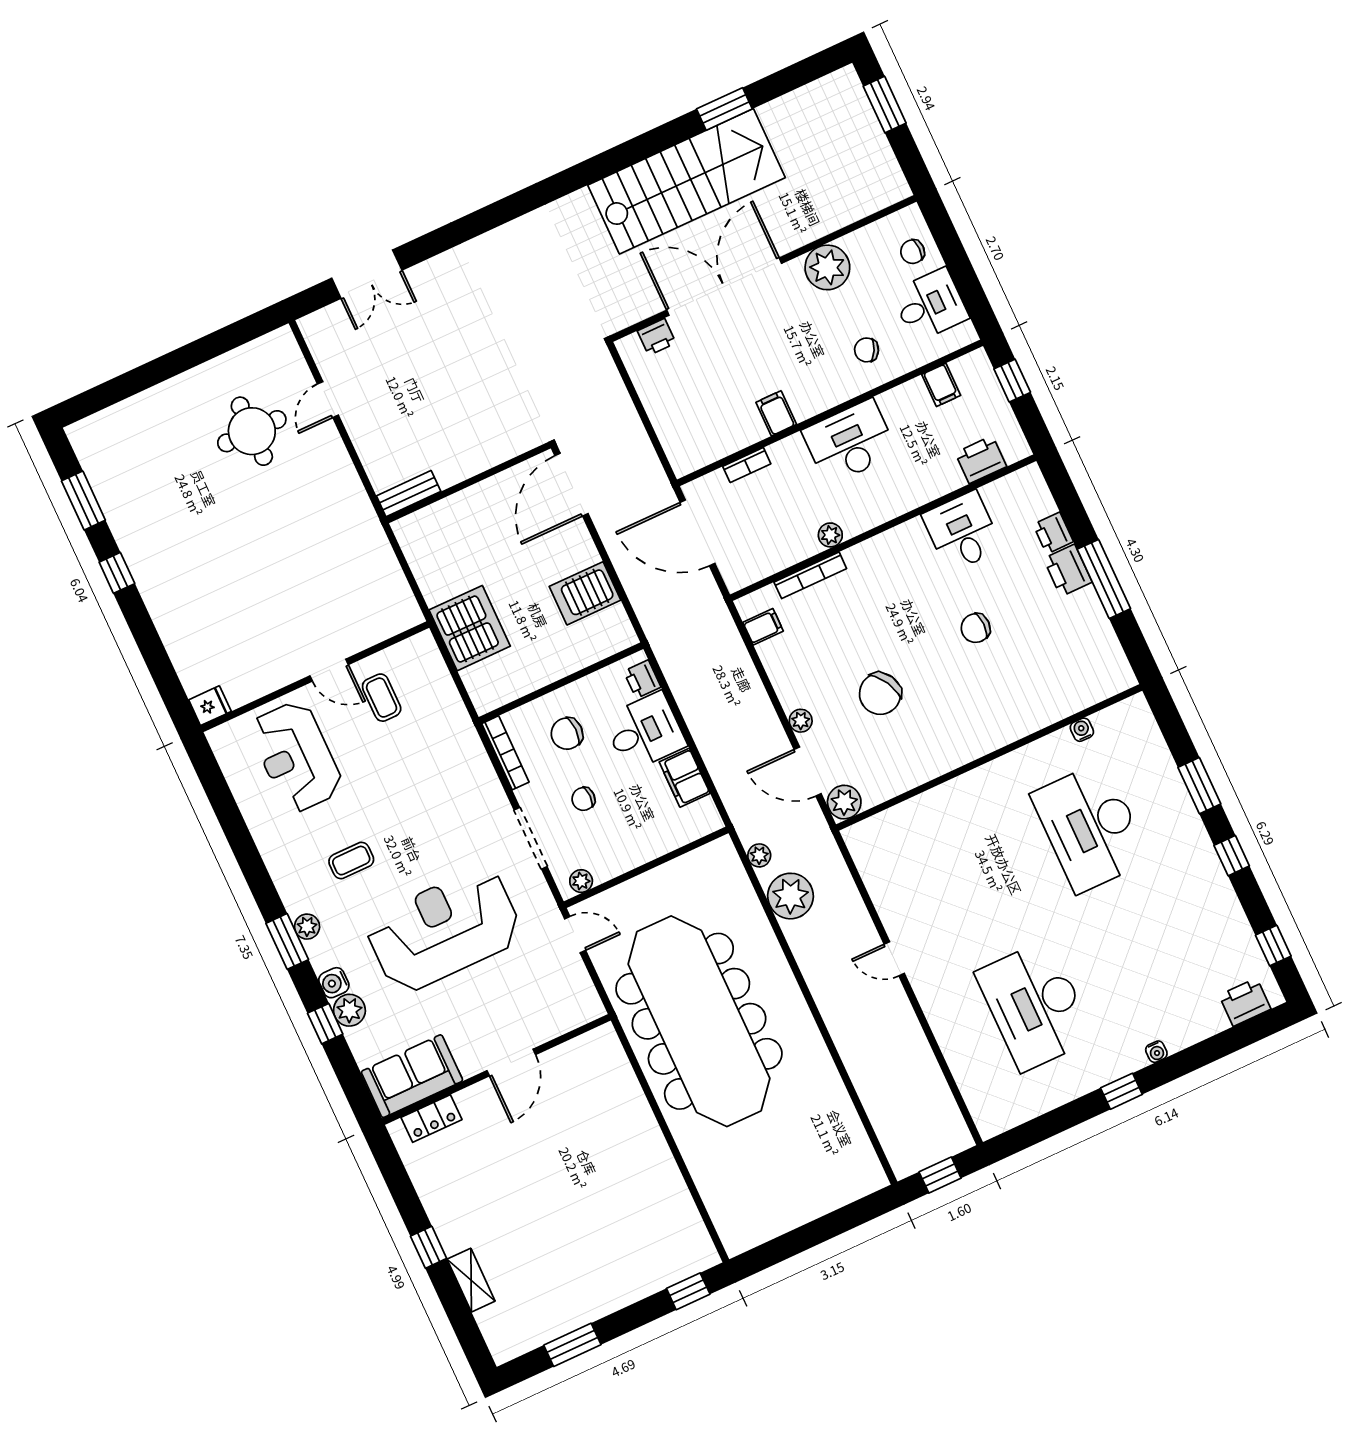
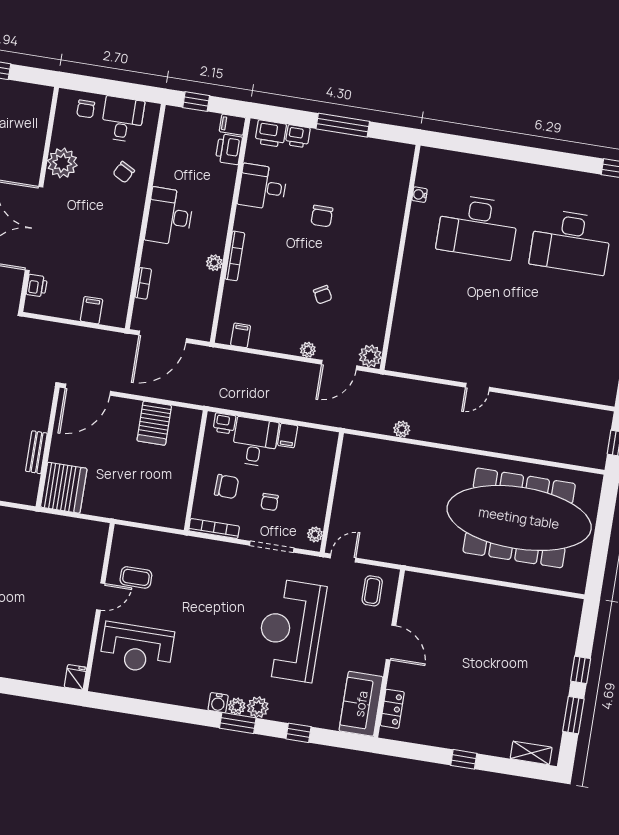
filing cabinet: (941, 385) -> (232, 125), moved, turned 180
filing cabinet: (776, 413) -> (92, 310), moved, turned 90
door: (571, 485) -> (88, 390), hinge flipped
bench: (409, 494) -> (36, 452), moved
printer: (1068, 570) -> (271, 134), moved
bookcase: (810, 575) -> (235, 256), moved
server rack: (470, 628) -> (64, 488), moved, turned 90
chair: (880, 694) -> (323, 295), width x0.54, depth x0.54
chair: (567, 734) -> (227, 487), turned -88
filing cabinet: (685, 778) -> (288, 436), width x0.50
window: (1199, 786) -> (496, 150), removed
plant: (759, 855) -> (368, 424), removed
window: (1232, 856) -> (547, 158), removed
coffee table: (351, 861) -> (372, 591), moved
plant: (791, 896) -> (402, 429), width x0.53, depth x0.53
water cooler: (334, 983) -> (218, 703), moved
desk: (1035, 1006) -> (571, 242), moved
plant: (349, 1010) -> (258, 707), moved
meeting table: (699, 1021) -> (519, 518), moved
shelving: (471, 1280) -> (531, 753), moved
window: (688, 1291) -> (581, 670), moved

